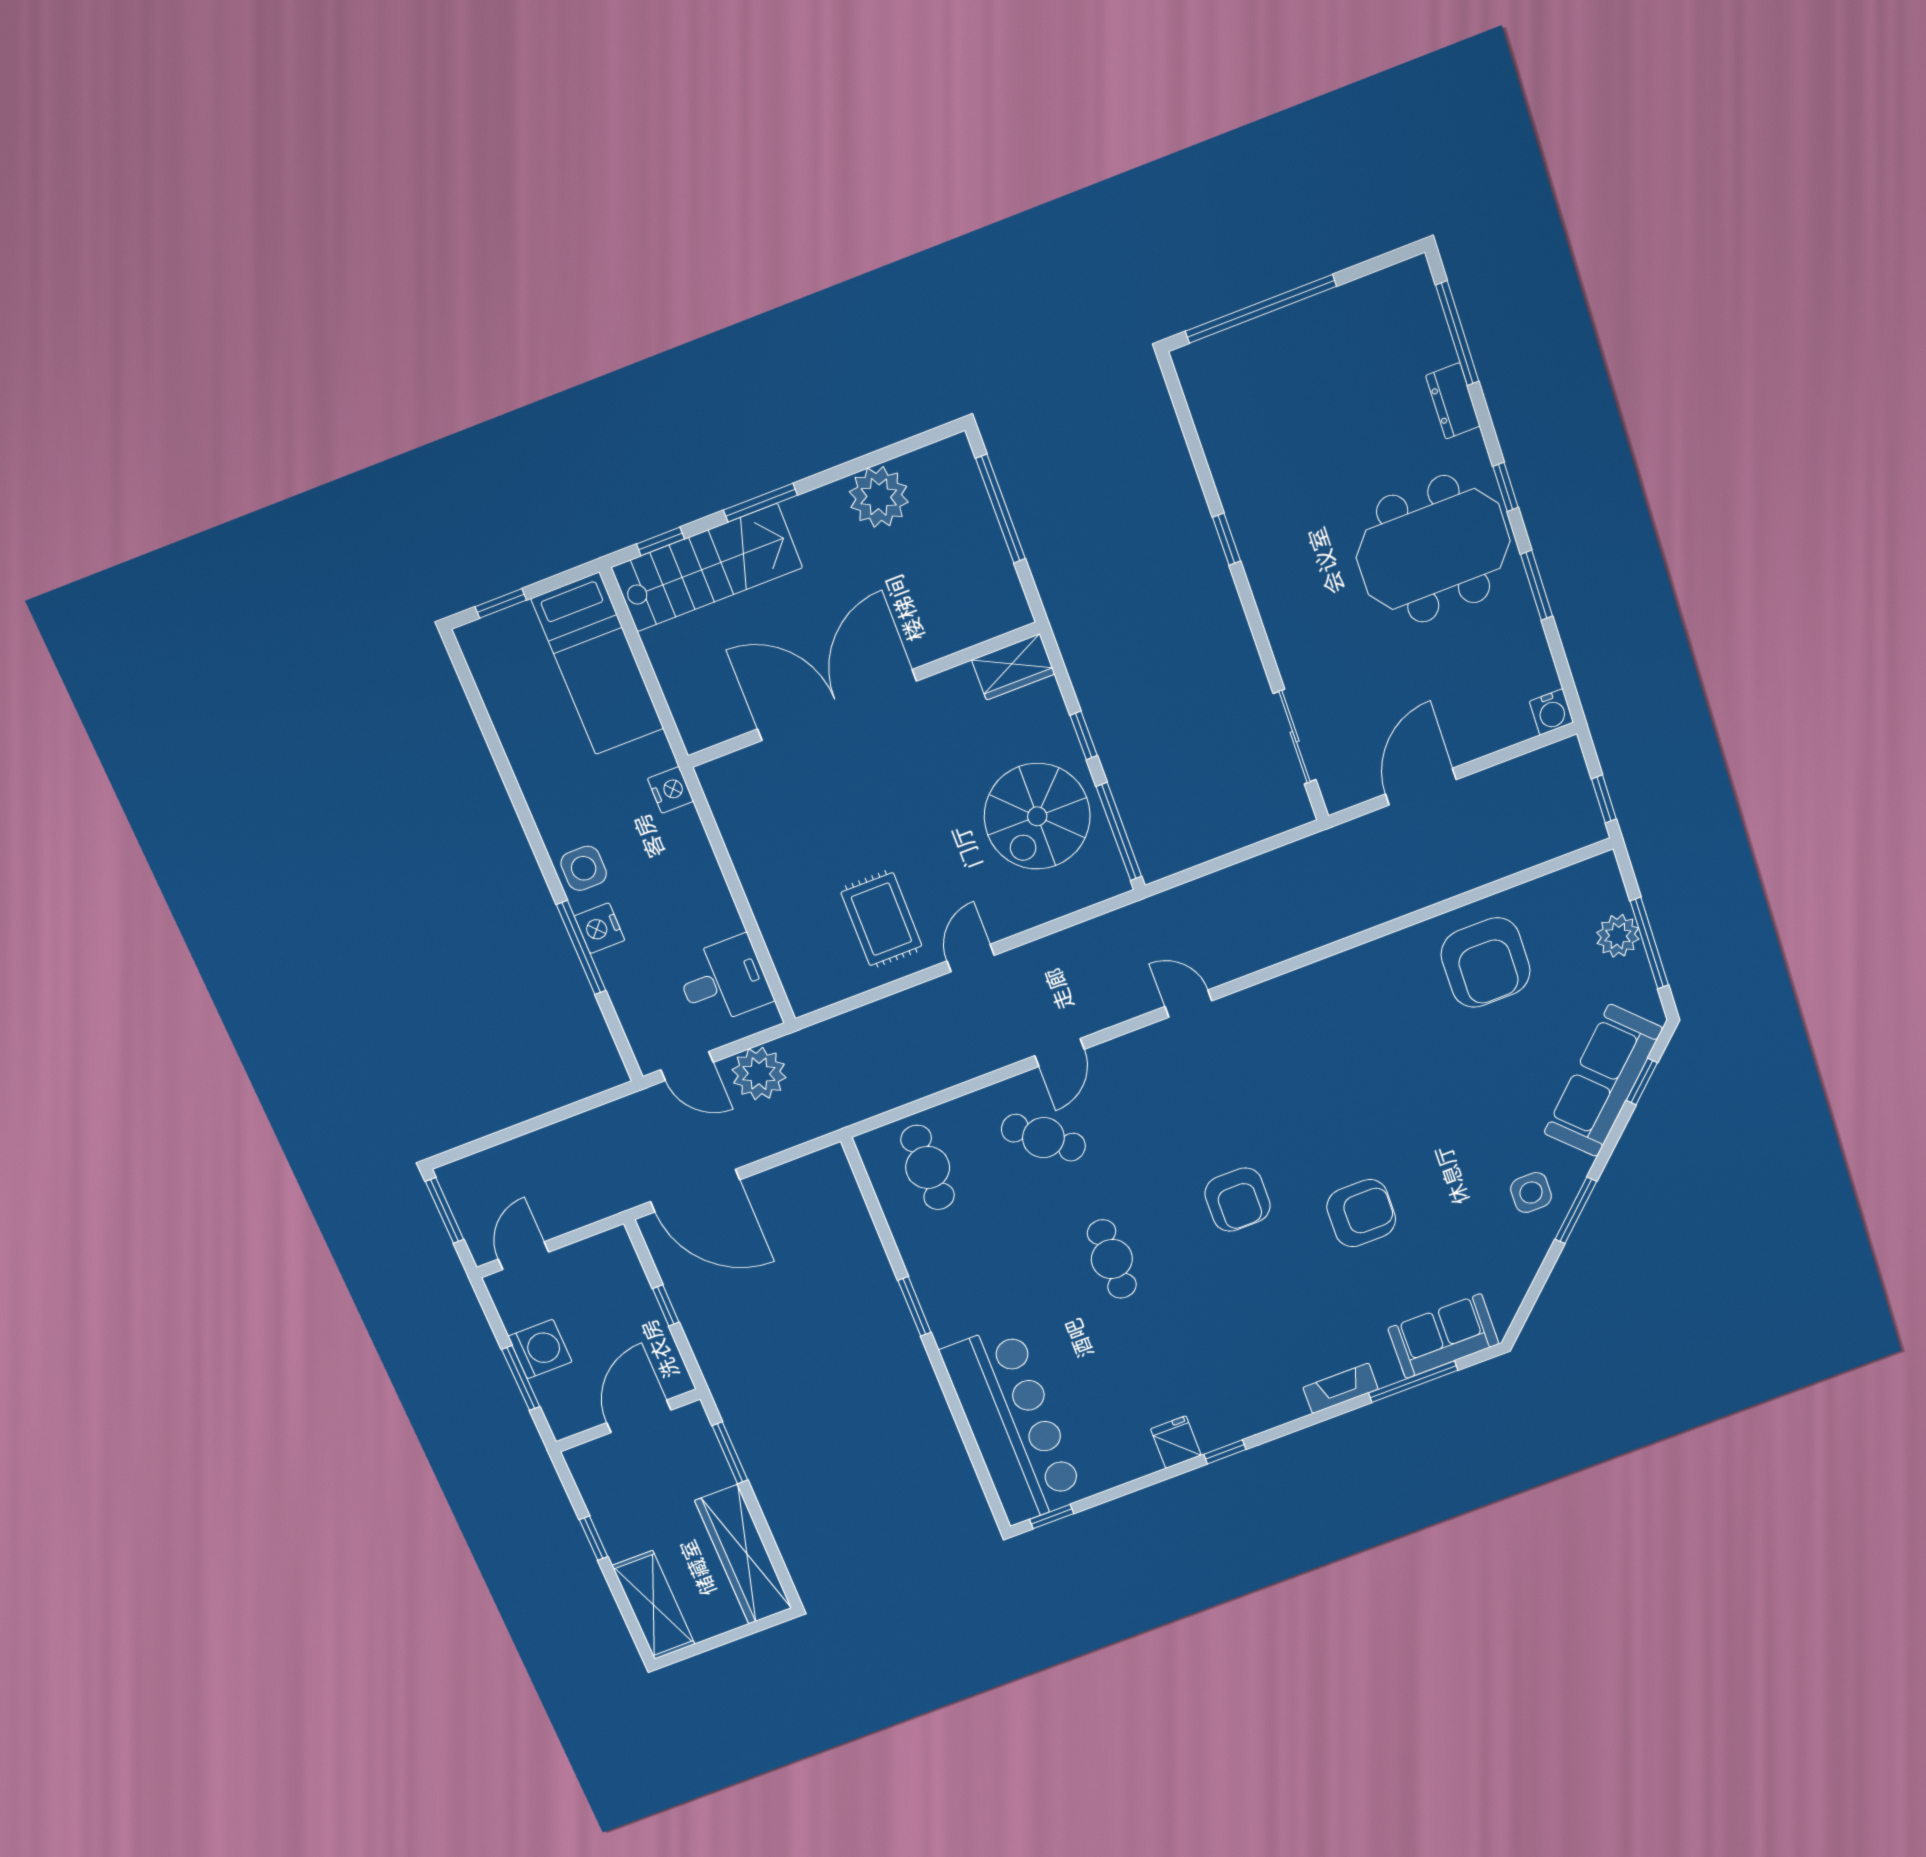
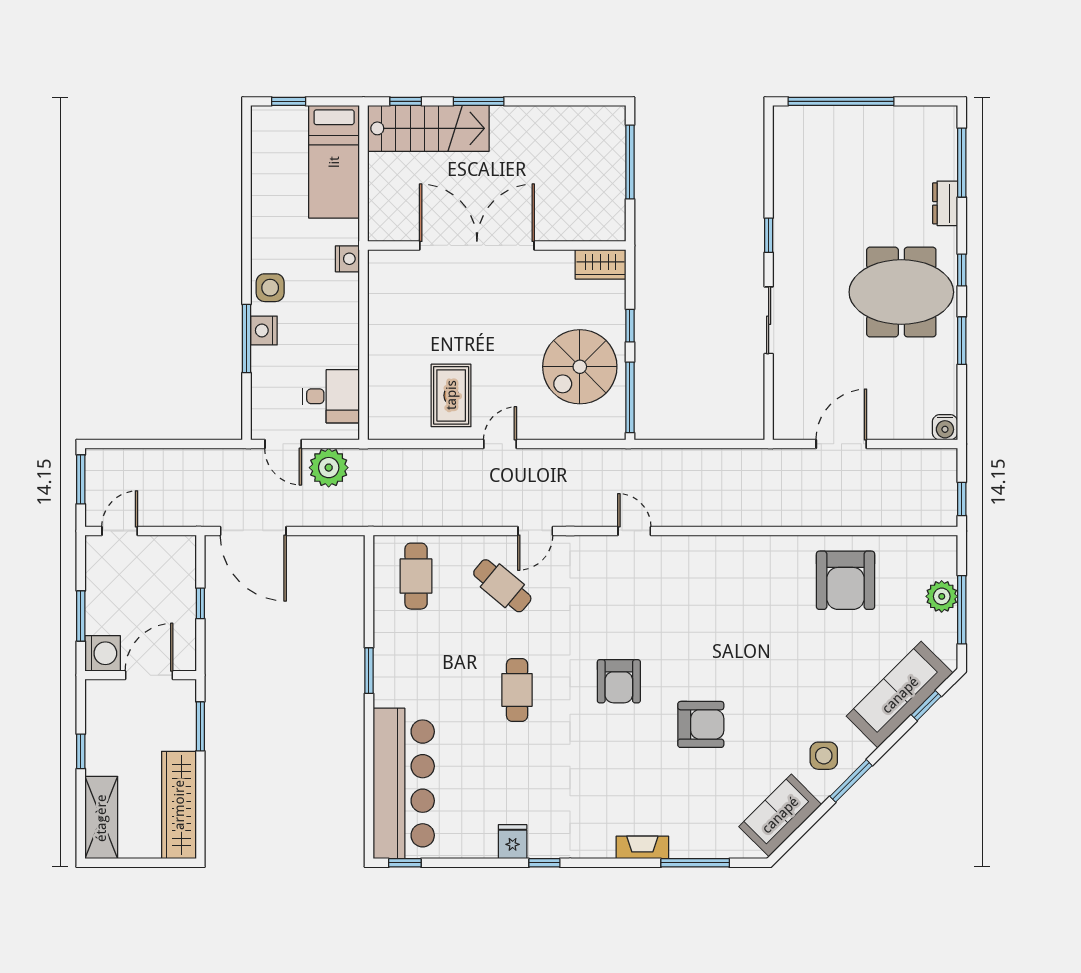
plant: (879, 497) -> (555, 126), removed
sliding door: (1295, 737) -> (769, 320), moved
sofa: (1443, 1336) -> (780, 815), moved, turned -45
washing machine: (540, 1349) -> (103, 653), moved

